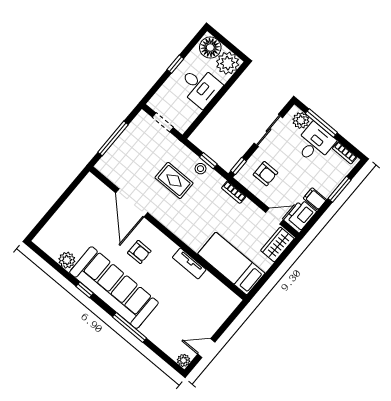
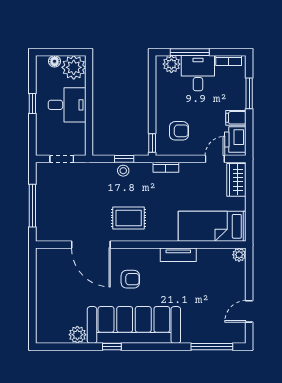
floor lamp: (210, 48) -> (55, 61), width x0.53, depth x0.53
sliding door: (268, 130) -> (152, 94), removed
rug: (174, 180) -> (129, 218), moved
window: (129, 327) -> (212, 347), moved
plant: (184, 360) -> (239, 255), moved

